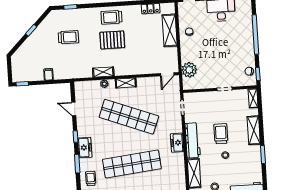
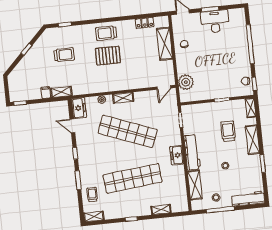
shelving: (103, 72) -> (61, 92), moved
trolley: (221, 134) -> (228, 131), moved
freezer: (85, 148) -> (79, 108), moved

